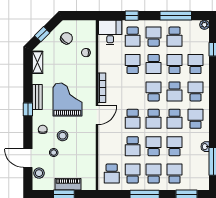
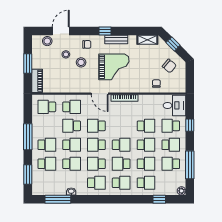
school desk: (154, 64) -> (146, 145), turned 180
school desk: (133, 174) -> (72, 107), moved
piano: (68, 184) -> (37, 81), moved

